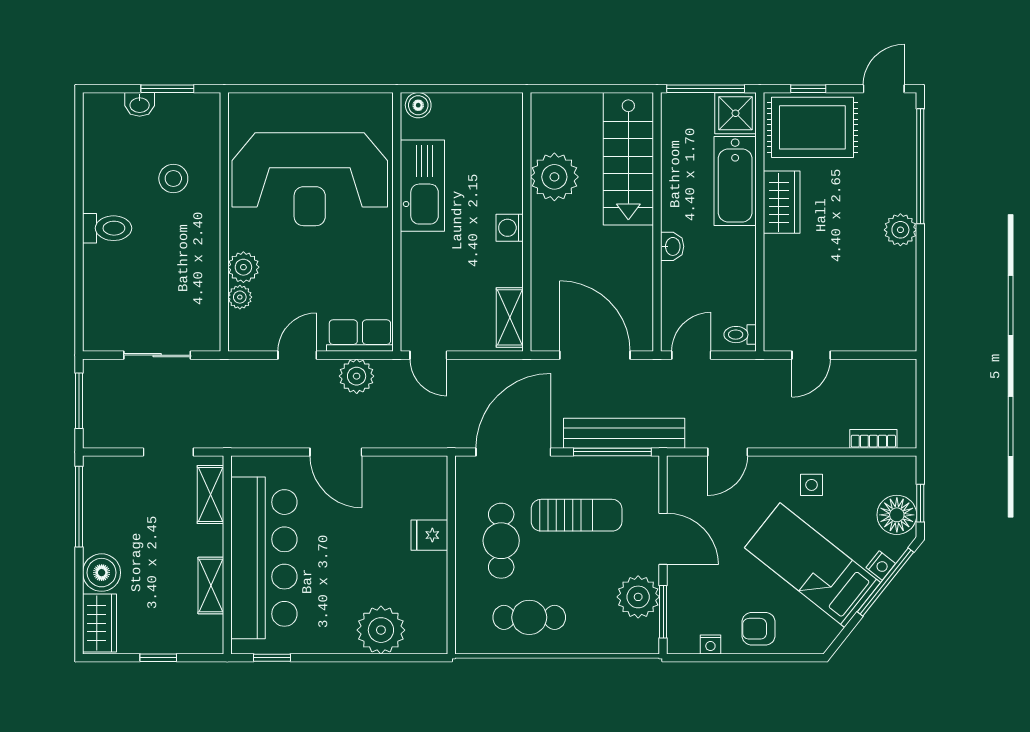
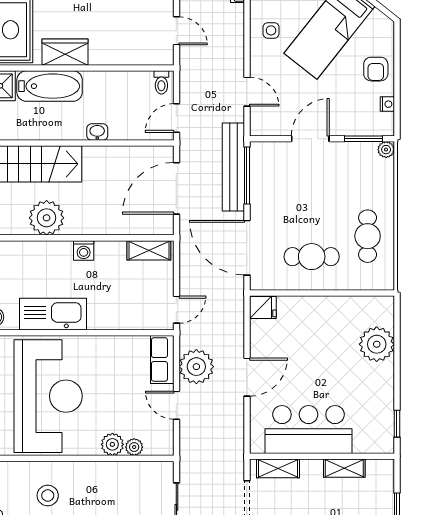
door: (691, 355) -> (176, 118), hinge flipped
plant: (357, 376) -> (196, 367), width x1.36, depth x1.36
sun lounger: (577, 515) -> (293, 202), removed
fridge: (429, 535) -> (263, 308), moved, turned -90
bar counter: (264, 558) -> (308, 429), width x0.73
plant: (638, 597) -> (386, 150), moved, width x0.53, depth x0.53

